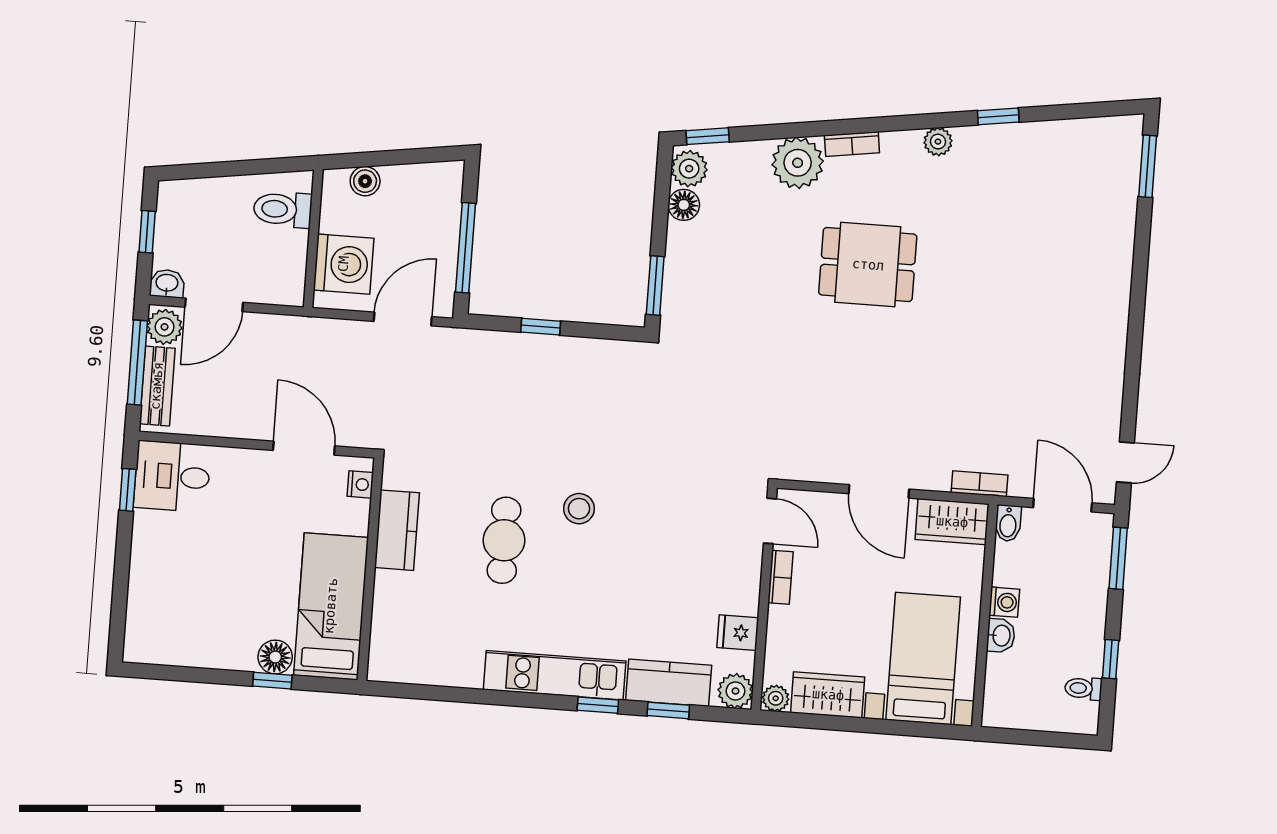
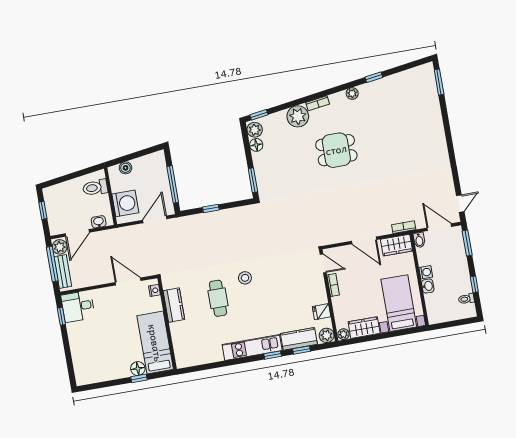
washbasin: (167, 284) -> (99, 222), moved

